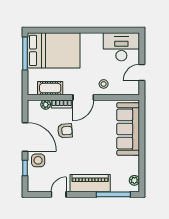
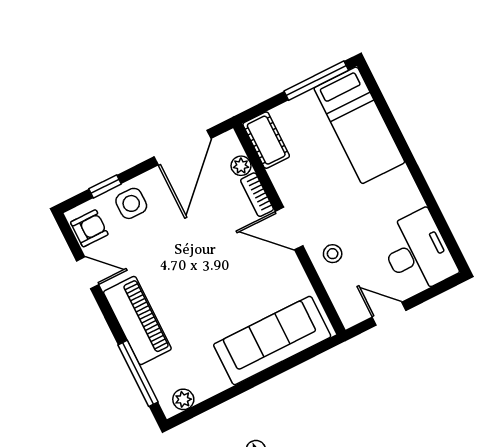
bed: (54, 50) -> (359, 125), width x0.67
cot: (50, 88) -> (266, 140), moved
armchair: (65, 131) -> (89, 228), moved, turned -86
door: (25, 137) -> (183, 148), moved

